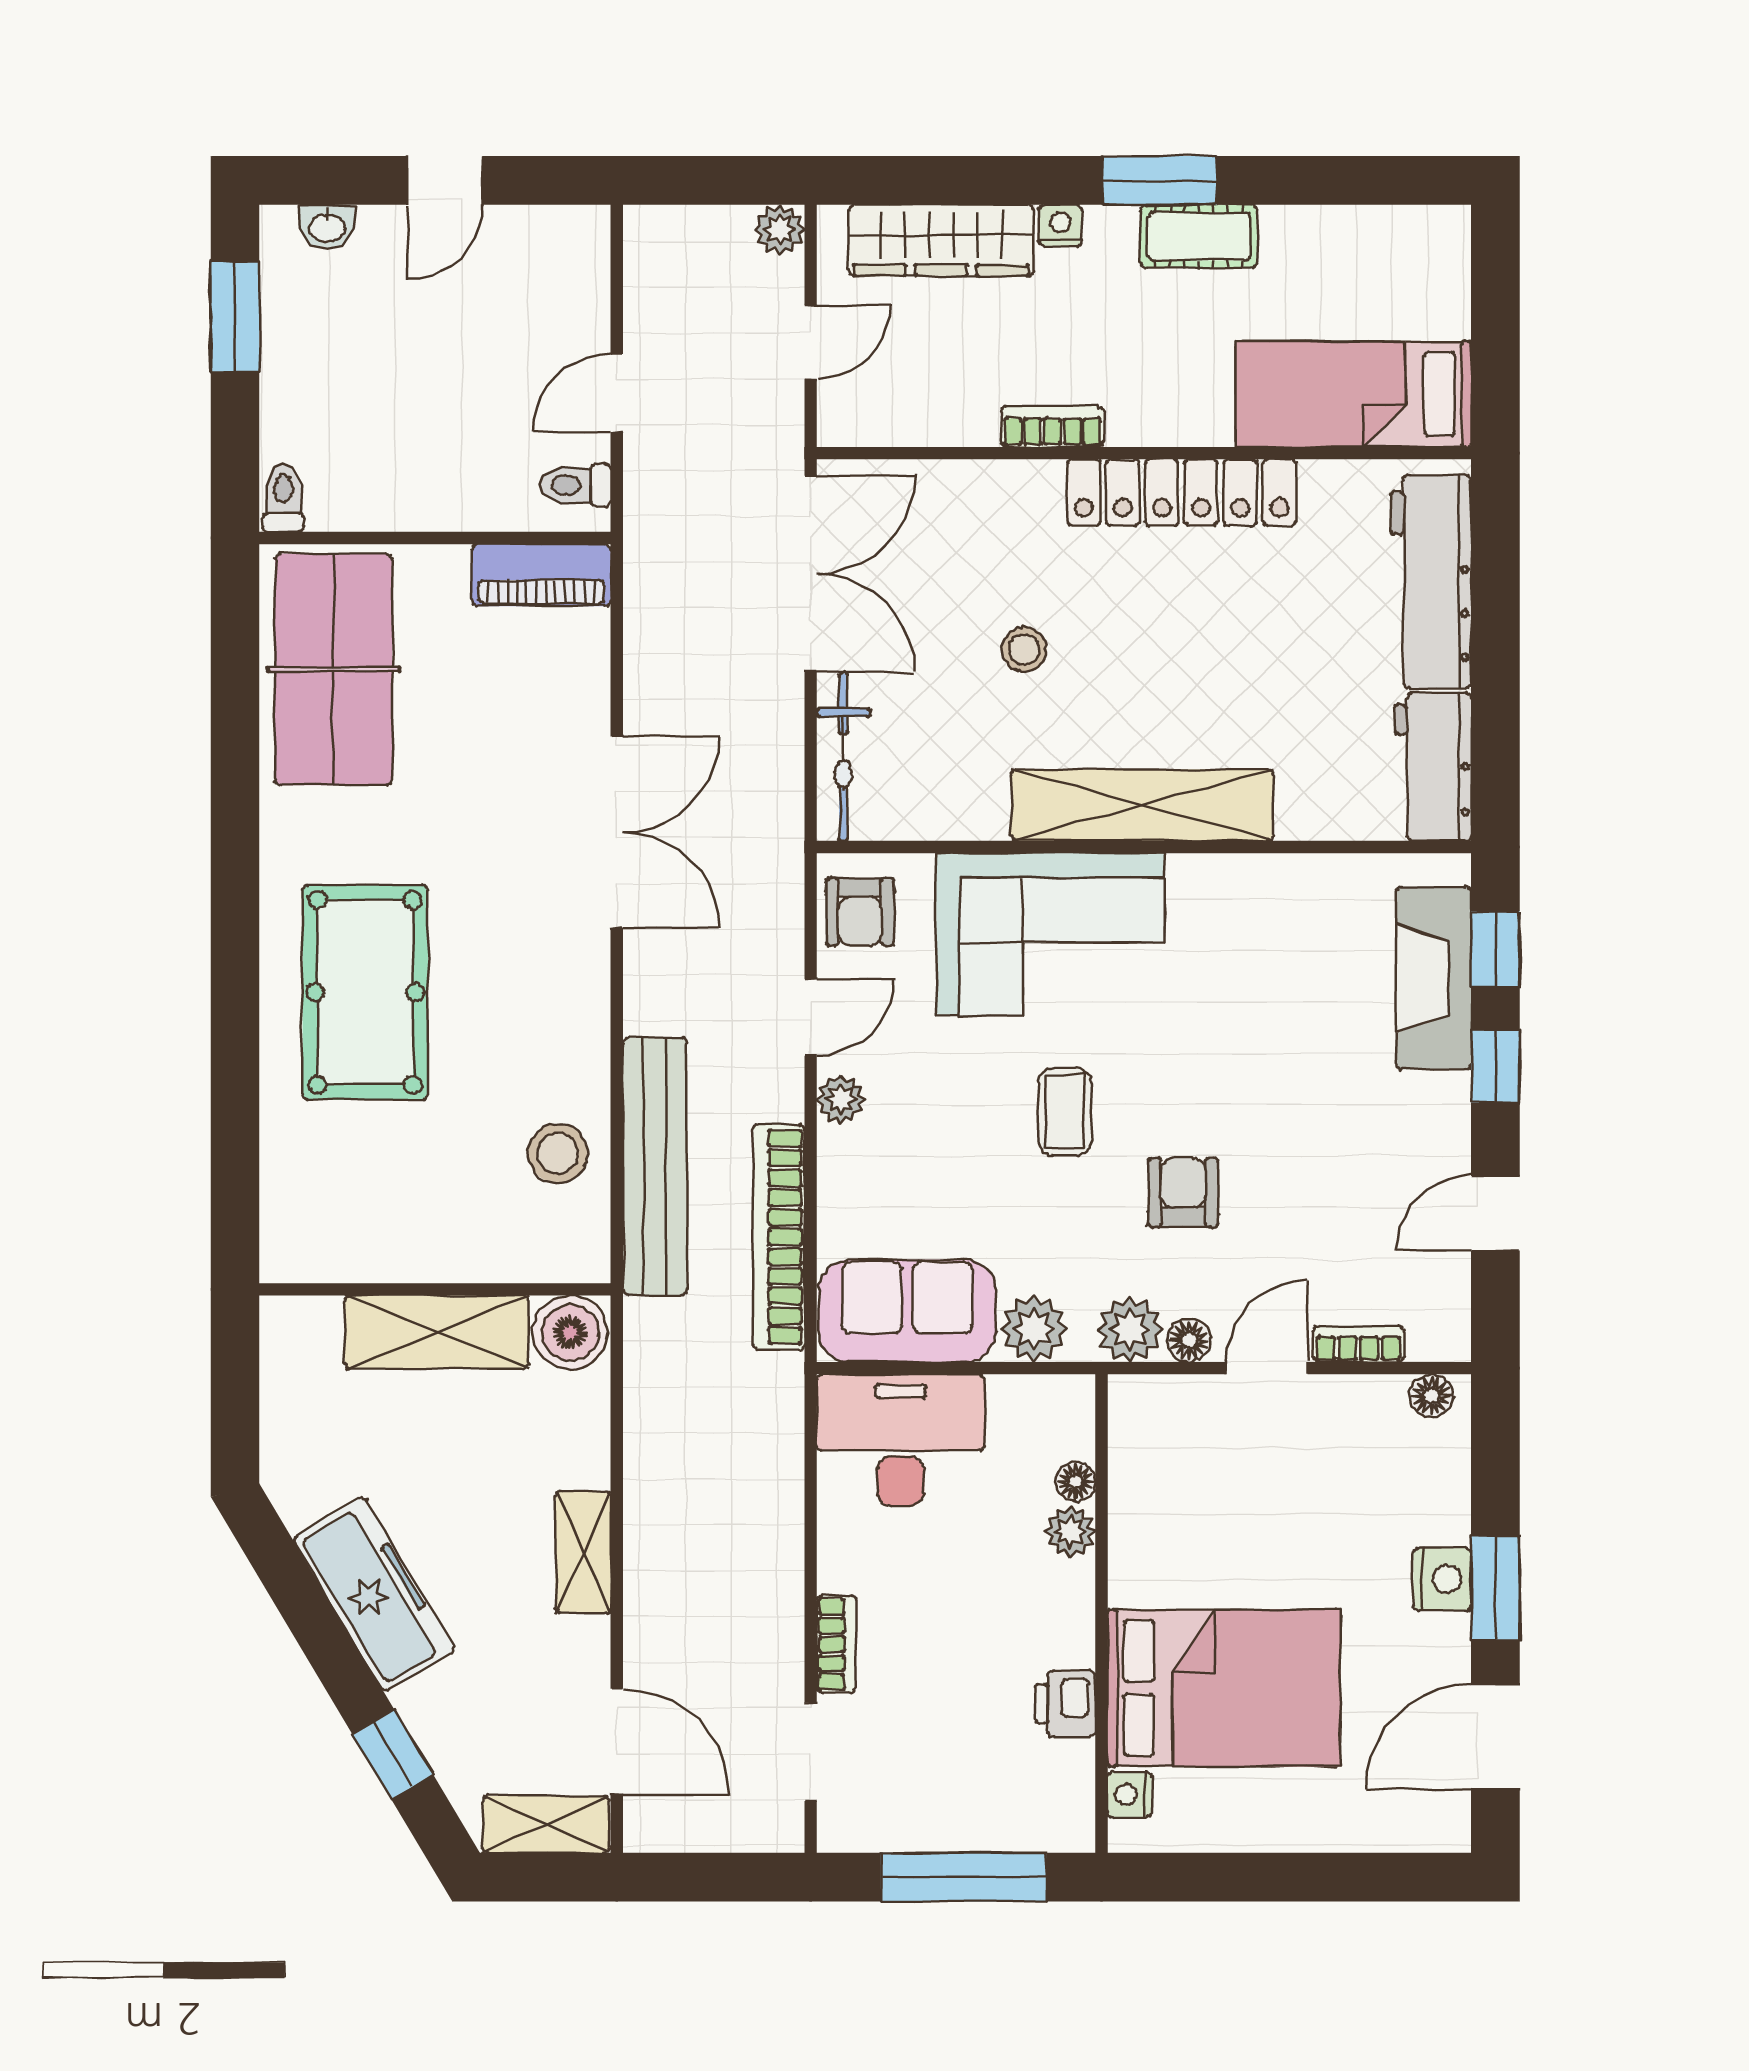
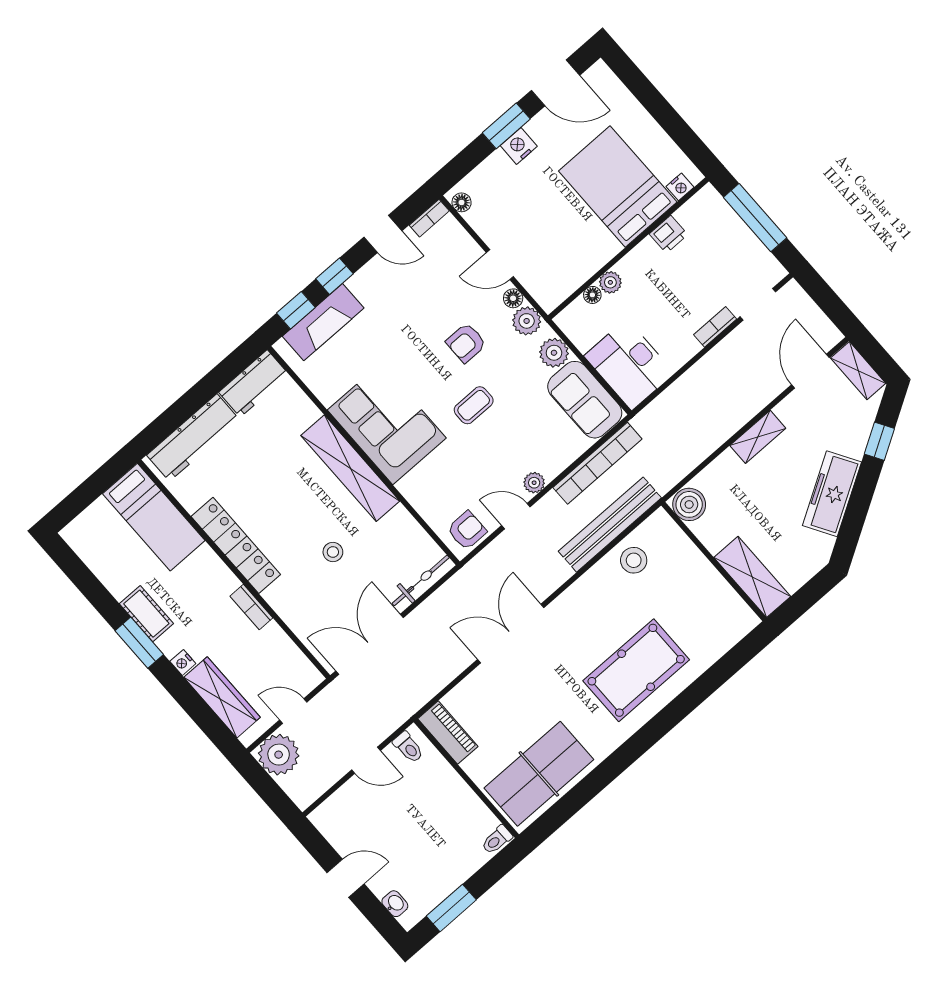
plant: (780, 230) -> (279, 755), width x1.87, depth x1.87
corner sofa: (1050, 934) -> (387, 424), moved
shelving: (436, 1332) -> (752, 577), moved
bookcase: (1358, 1344) -> (429, 218), moved, turned -90

